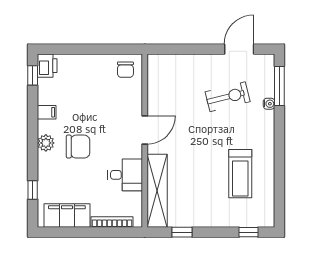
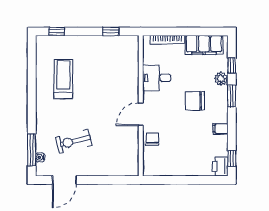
chair: (125, 70) -> (152, 139), moved
water cooler: (269, 104) -> (40, 157), moved
plant: (46, 143) -> (221, 79), moved
window: (33, 152) -> (232, 96), added
shelving: (157, 191) -> (131, 65), removed

